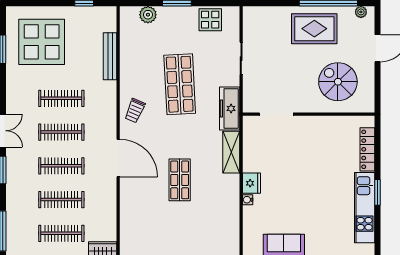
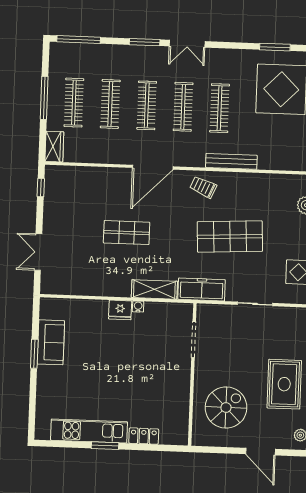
bench: (110, 56) -> (231, 161), moved
locker: (367, 149) -> (144, 436), width x0.66
water cooler: (248, 200) -> (138, 307), moved

